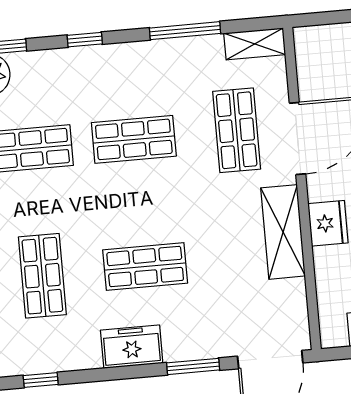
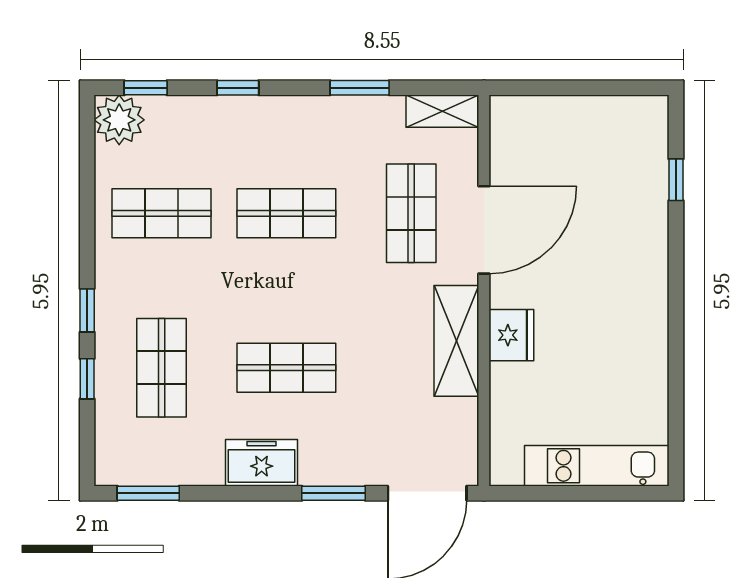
window: (185, 31) -> (360, 88), width x0.69
window: (41, 380) -> (148, 493), width x1.50

